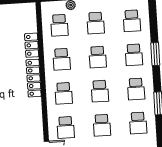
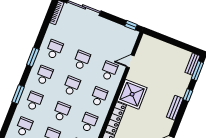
shower: (28, 113) -> (132, 94), added

